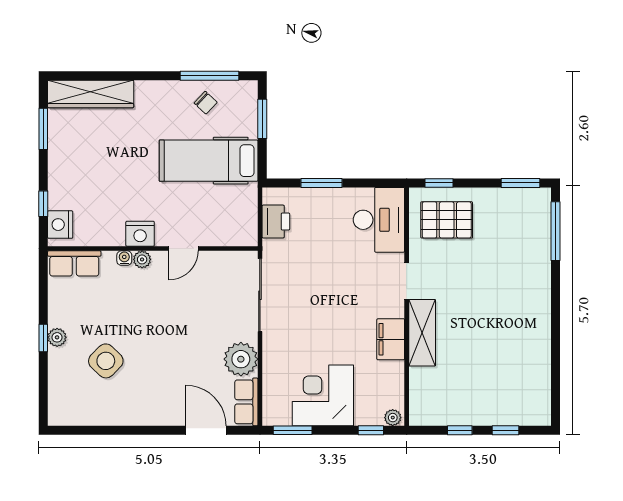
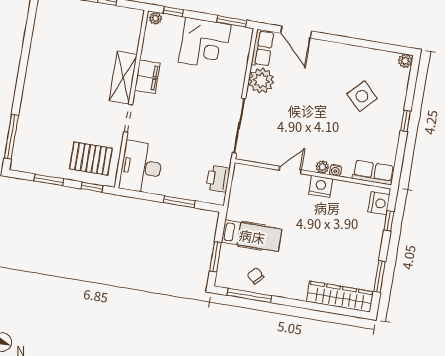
hospital bed: (209, 161) -> (252, 236), width x0.73, depth x0.78
window: (521, 183) -> (49, 180), moved
plant: (57, 337) -> (405, 61), moved

